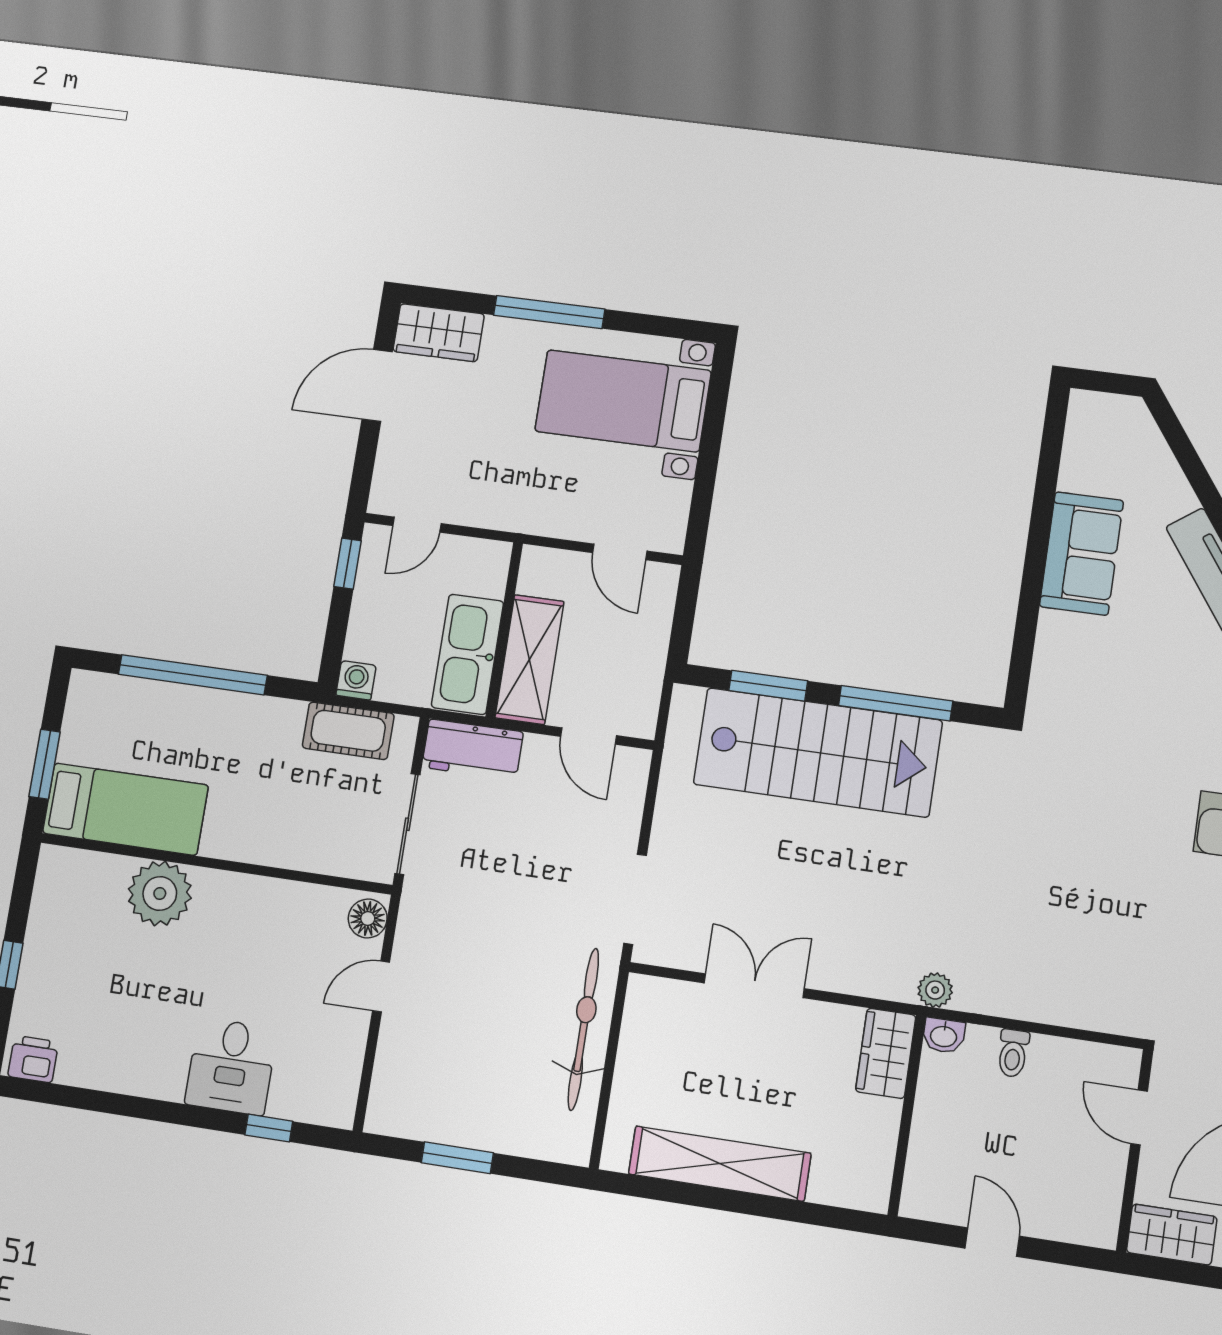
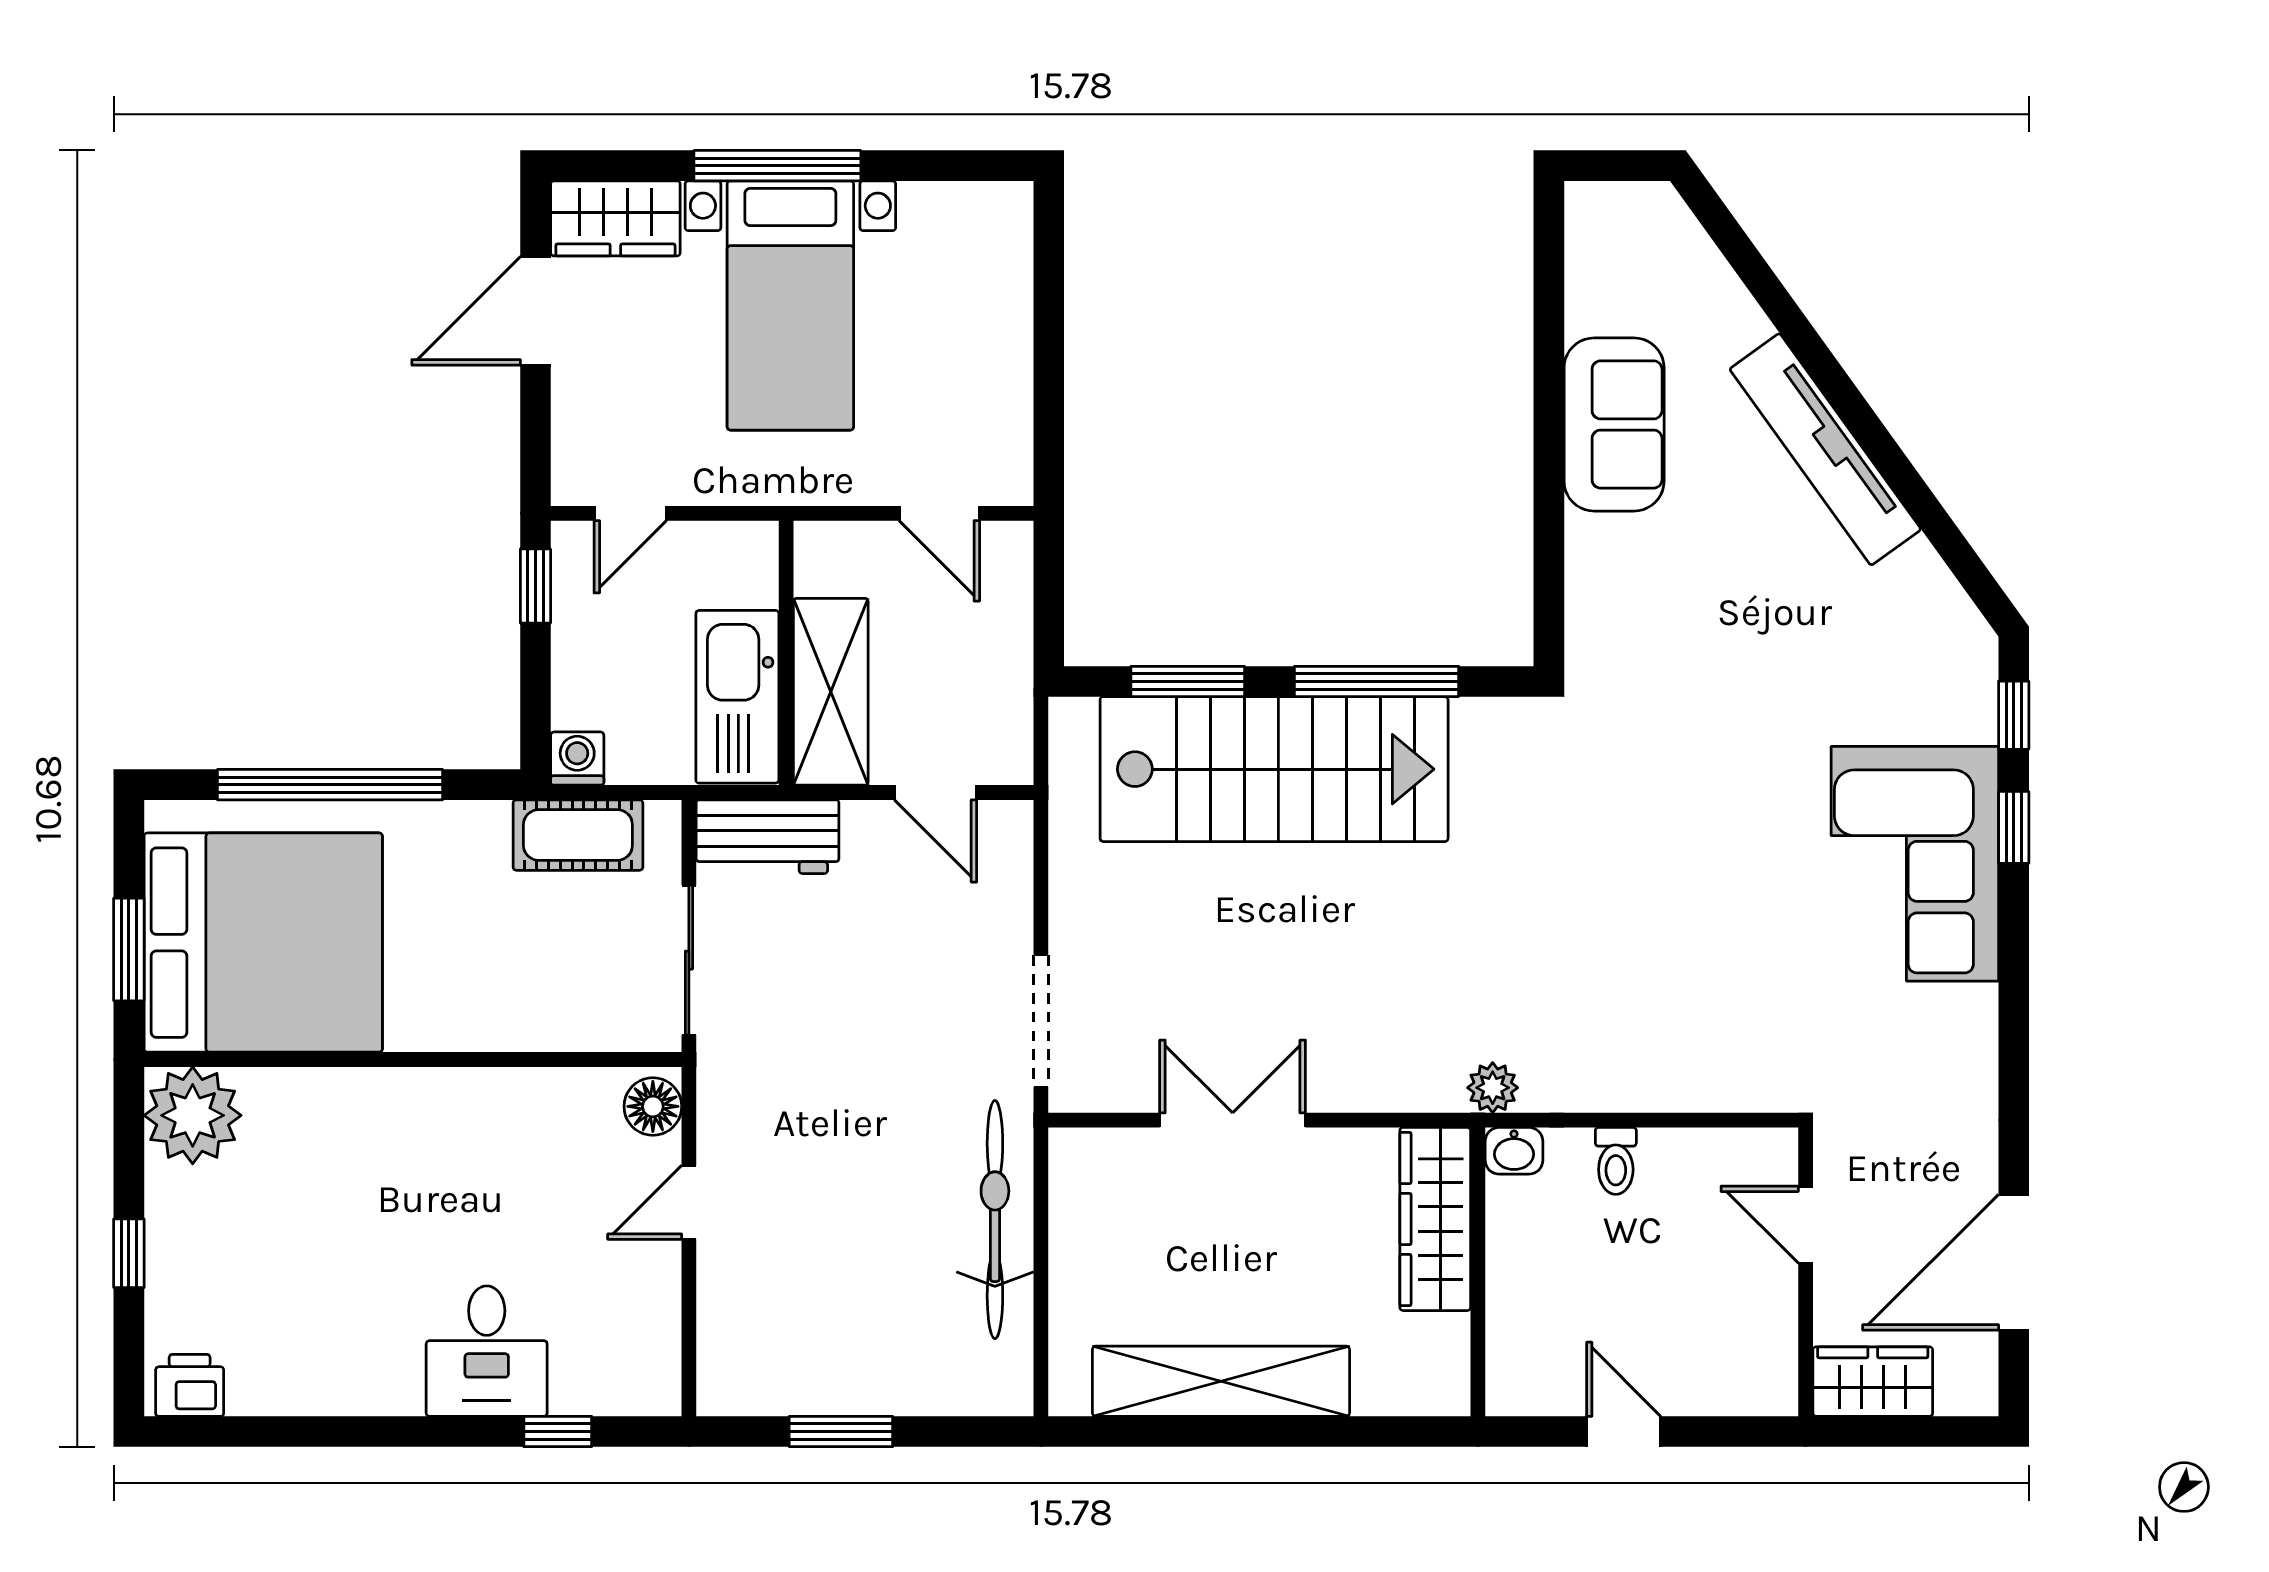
bed with nightstands: (623, 401) -> (790, 305), moved, turned -90
bed: (125, 809) -> (263, 943), width x2.04
plant: (160, 893) -> (193, 1115), moved
wardrobe: (886, 1053) -> (1435, 1219), width x1.50

